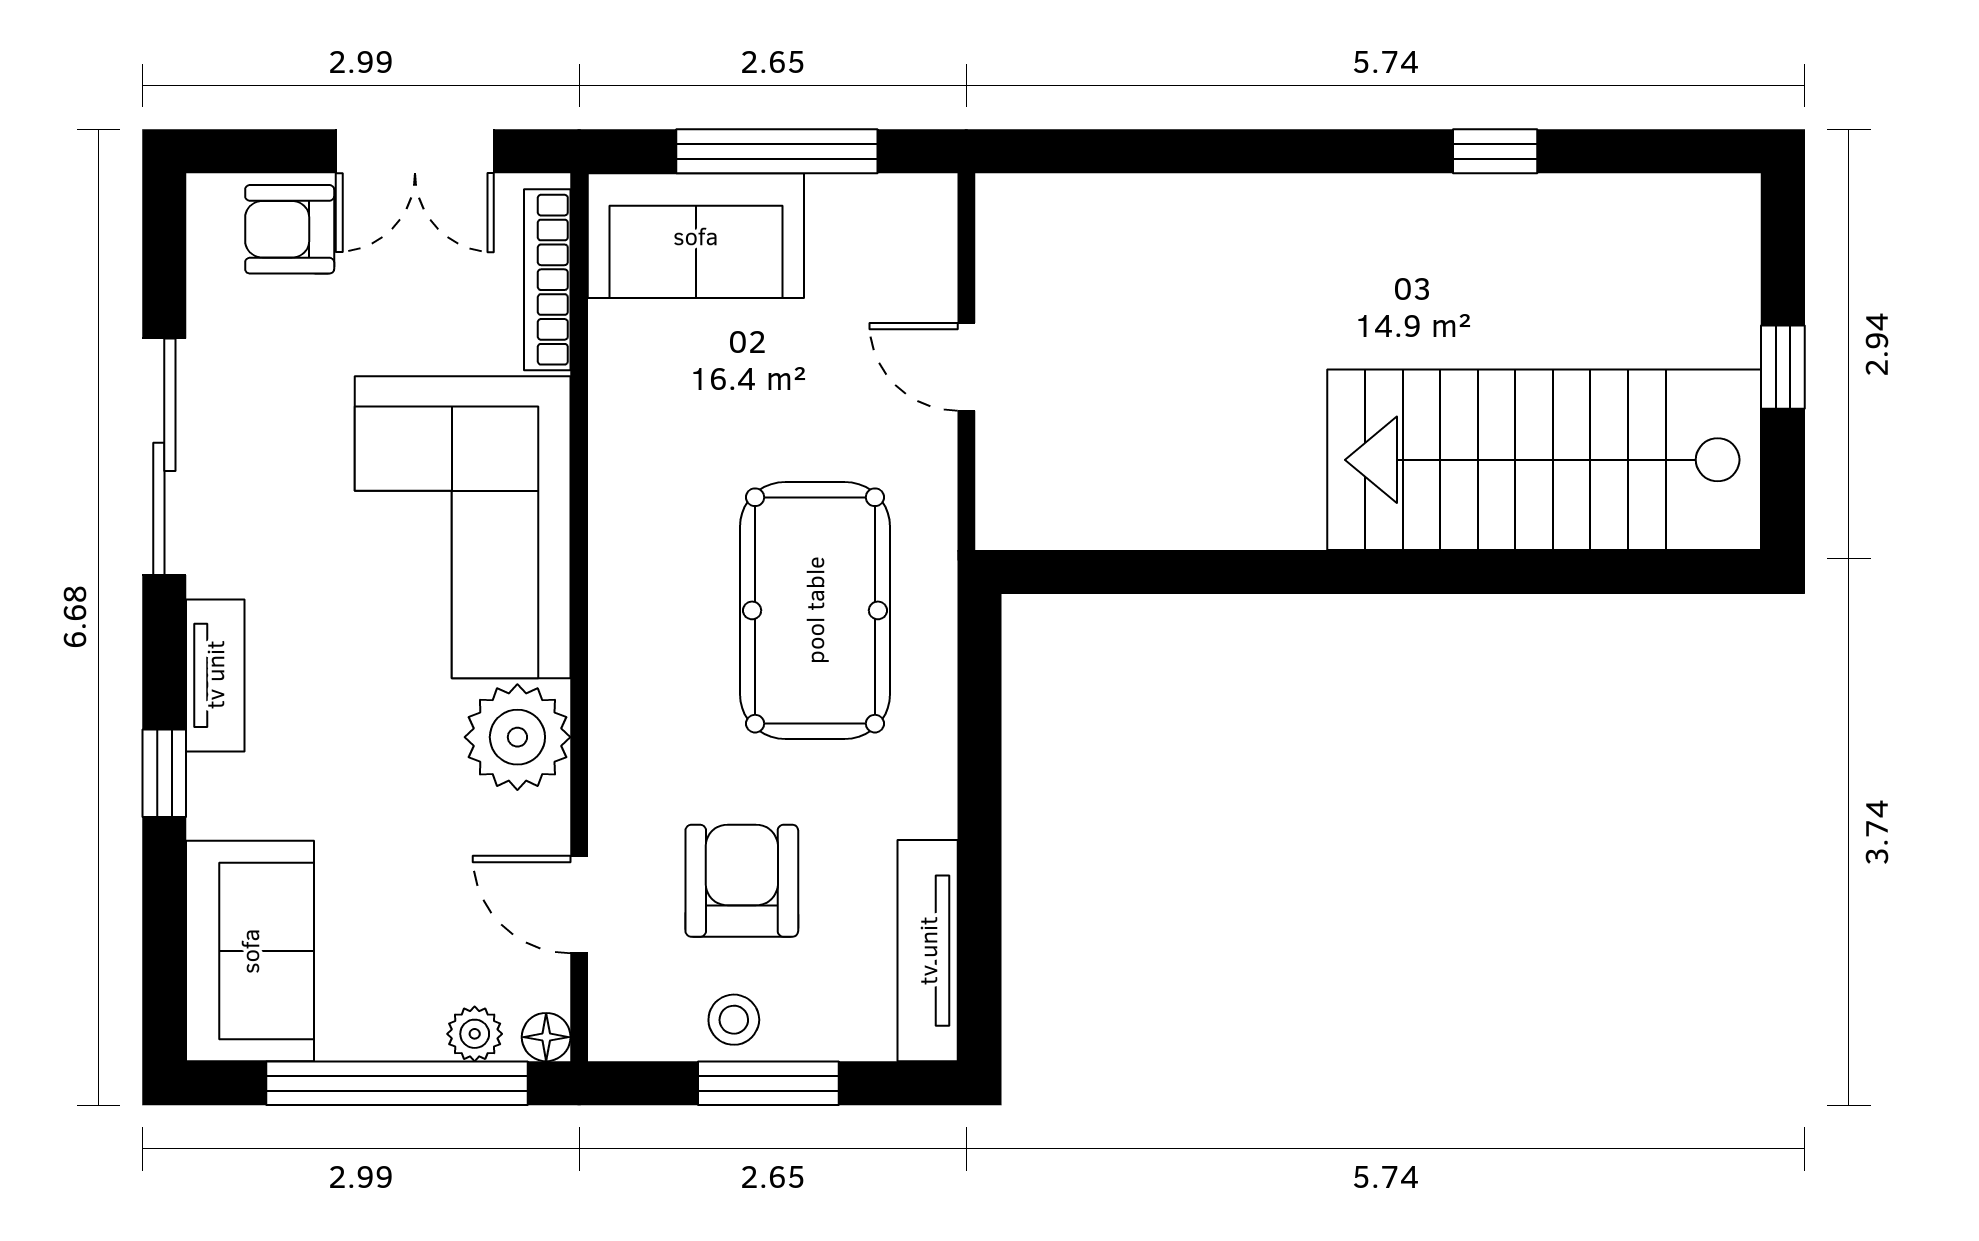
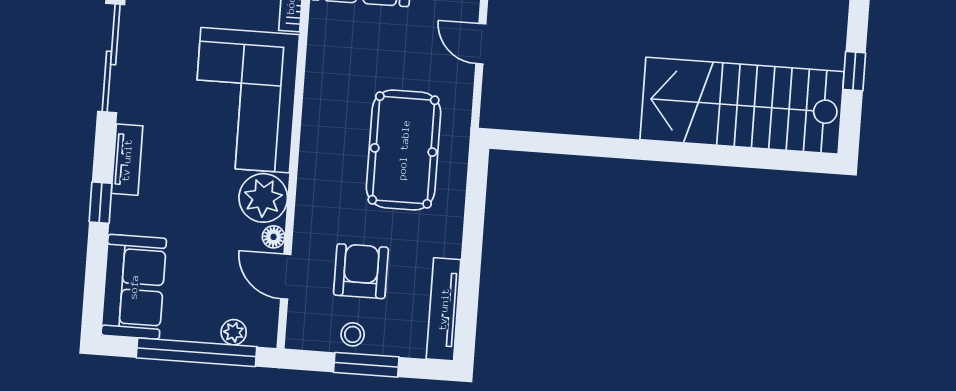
floor lamp: (546, 1037) -> (274, 237), moved

